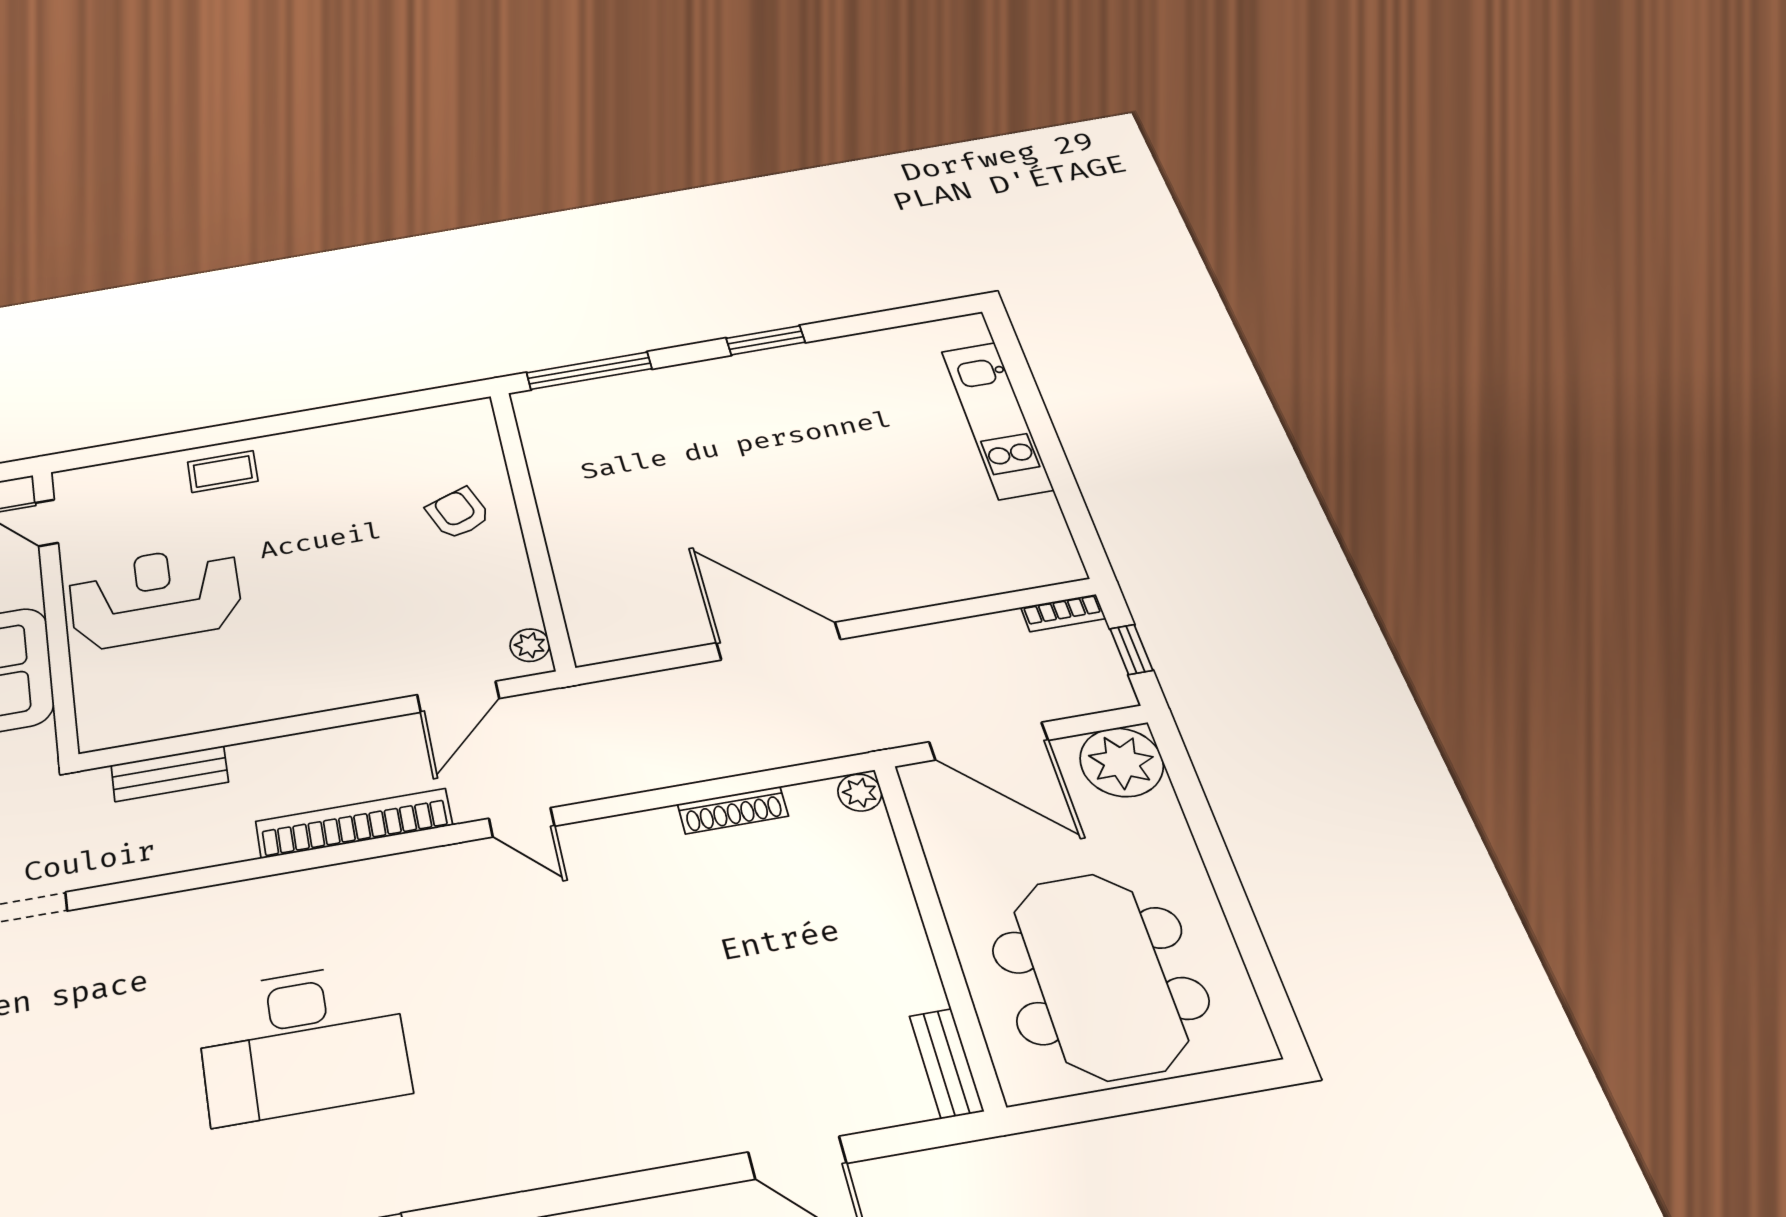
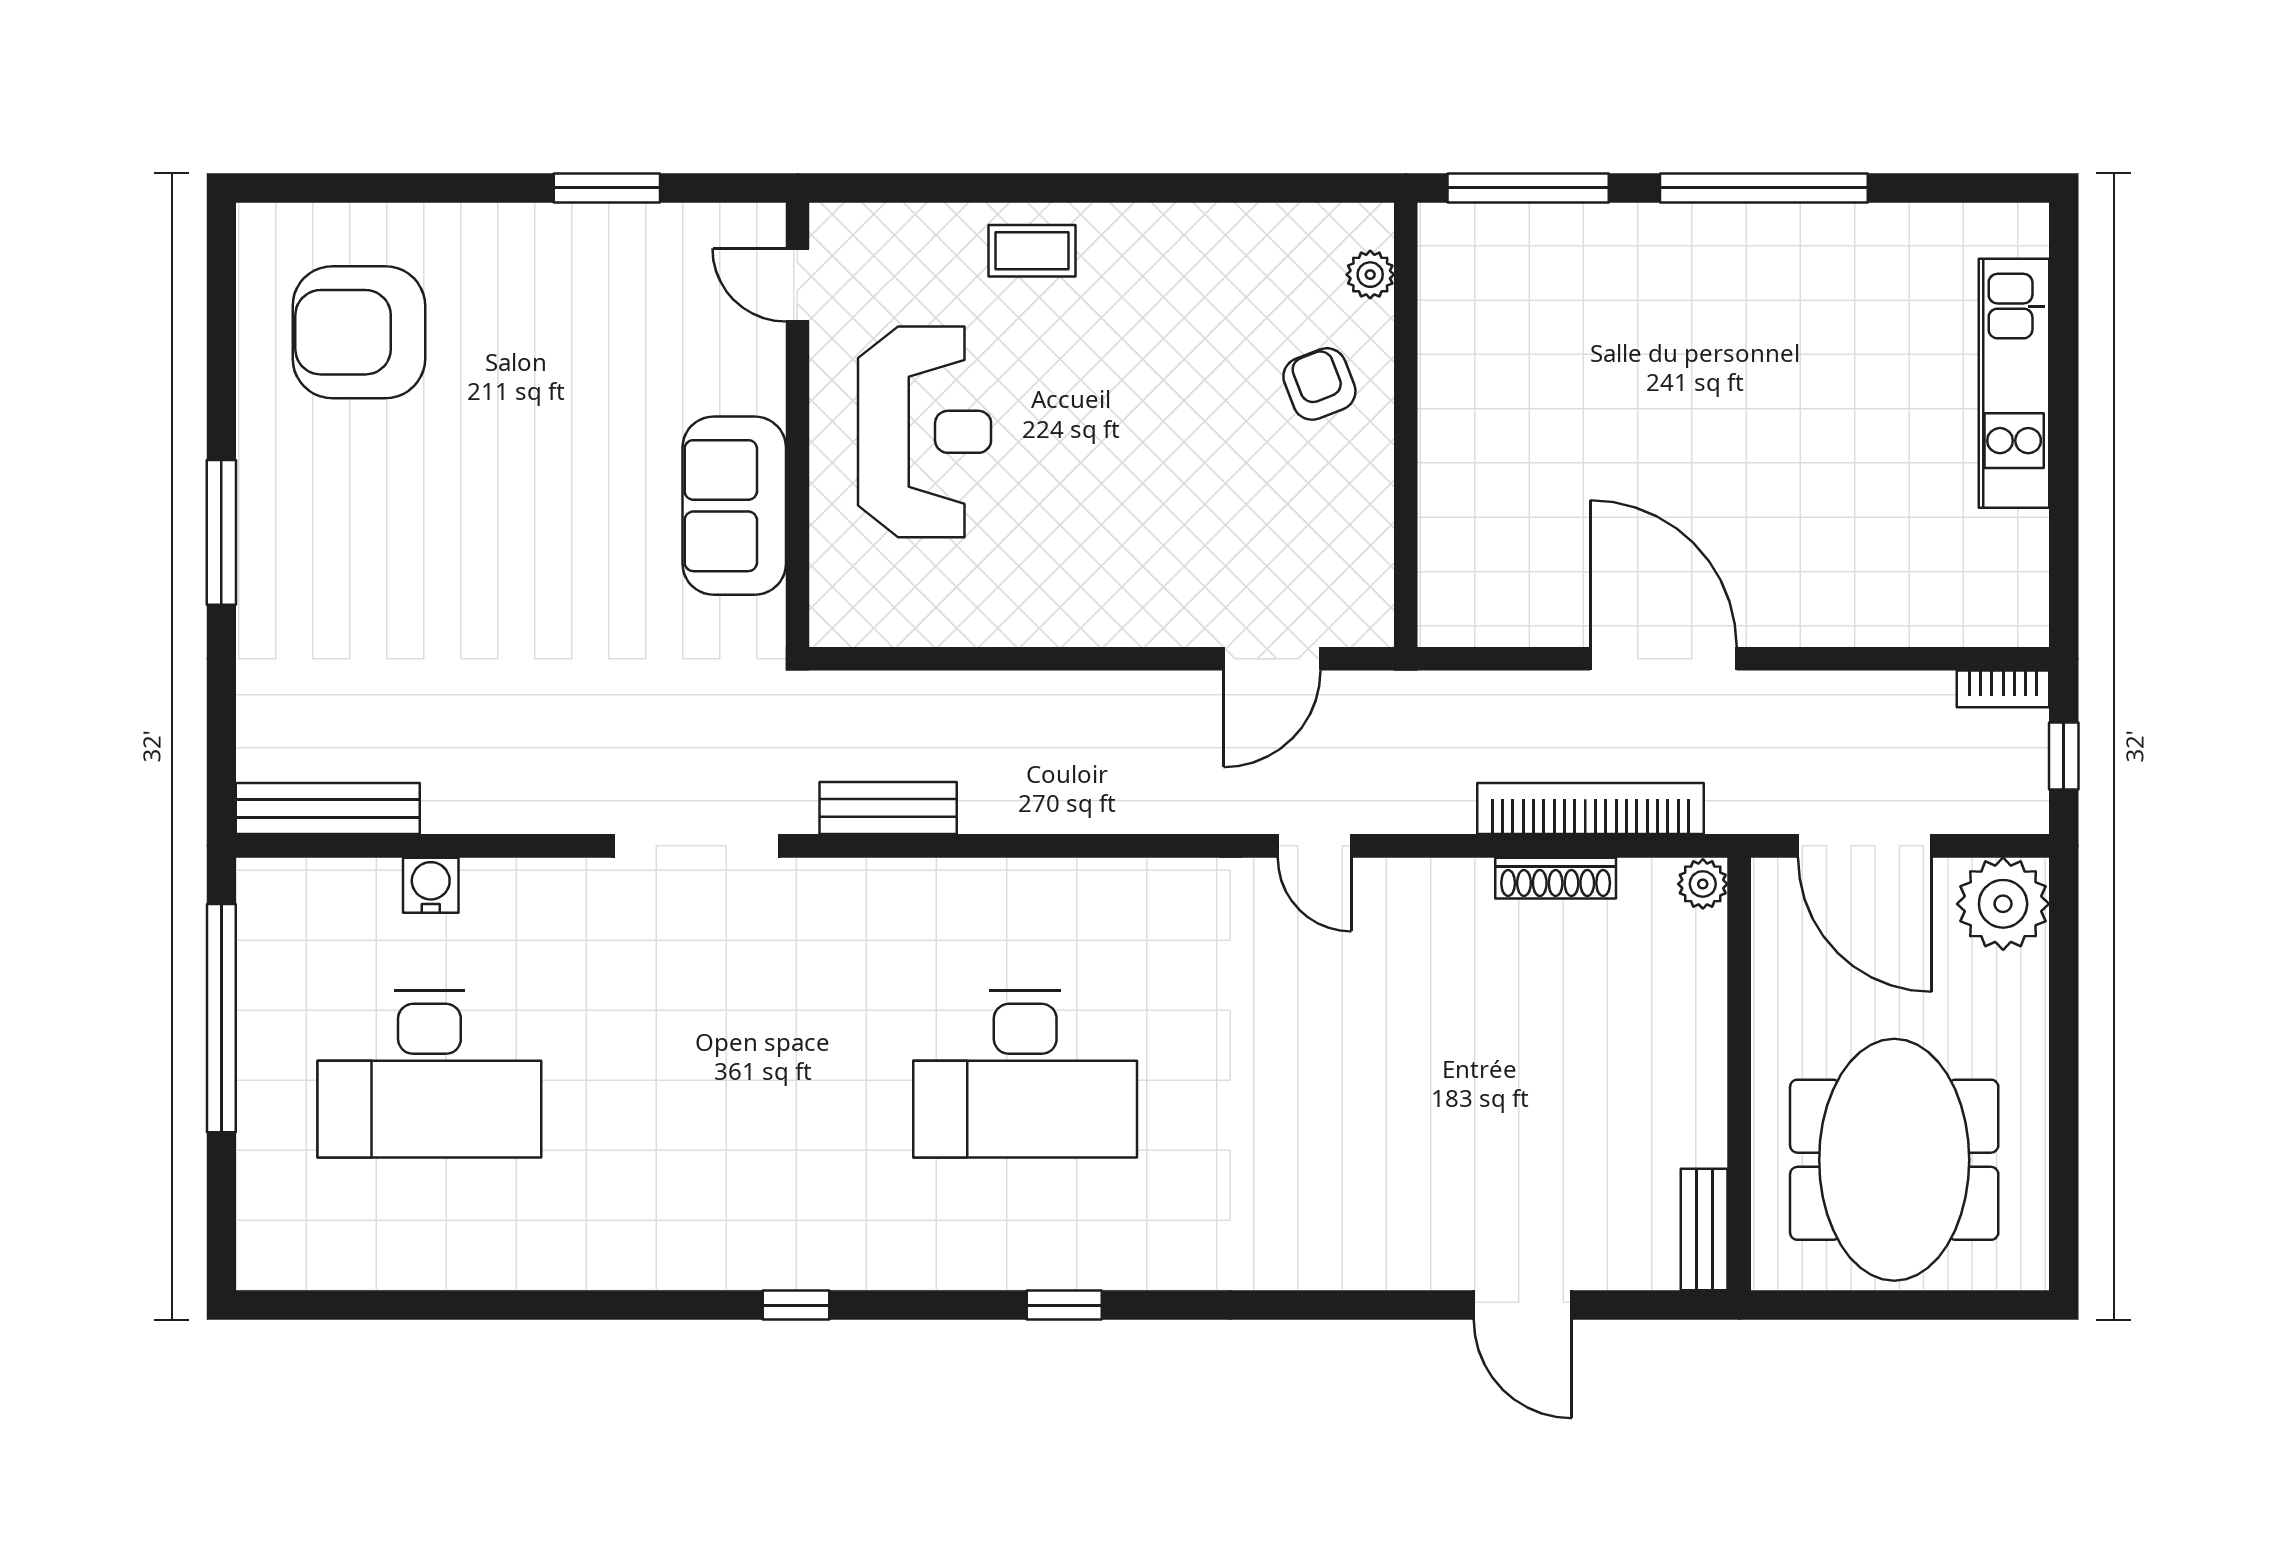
window: (766, 340) -> (1764, 188), width x2.11
reception desk: (155, 596) -> (925, 432), turned 90
plant: (530, 645) -> (1370, 275), moved
bench: (170, 774) -> (888, 808), moved
bookcase: (354, 823) -> (1590, 809), moved

